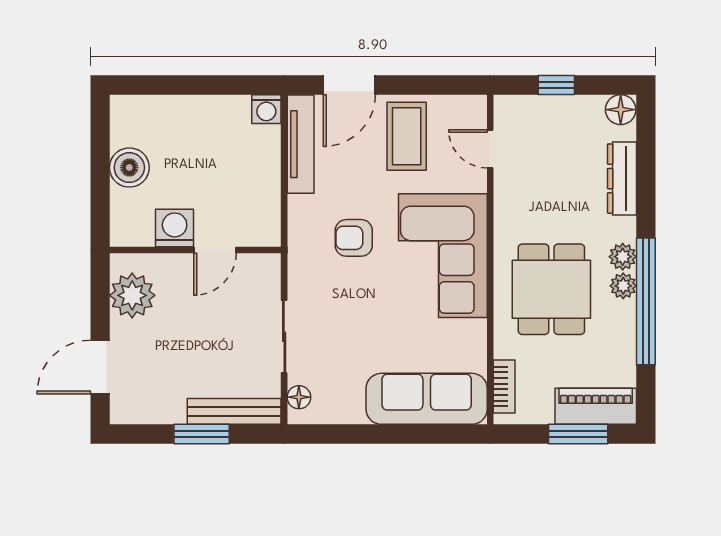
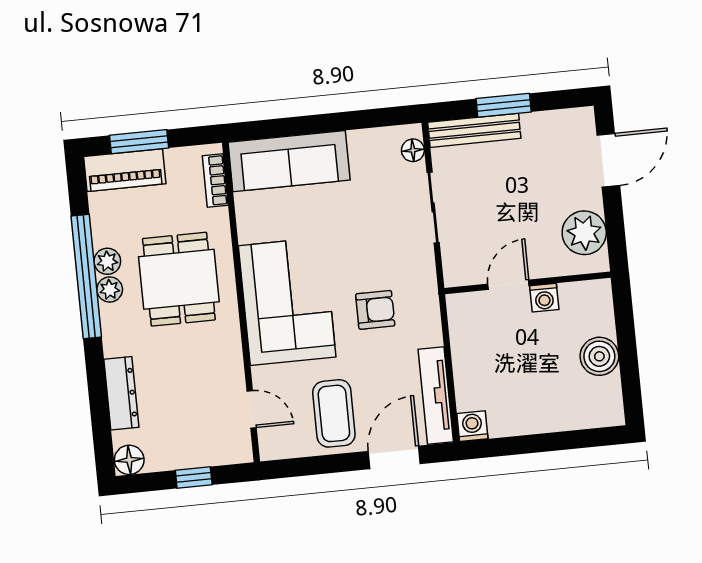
washing machine: (175, 228) -> (544, 298), width x0.73, depth x0.73
plant: (623, 257) -> (107, 261), moved

